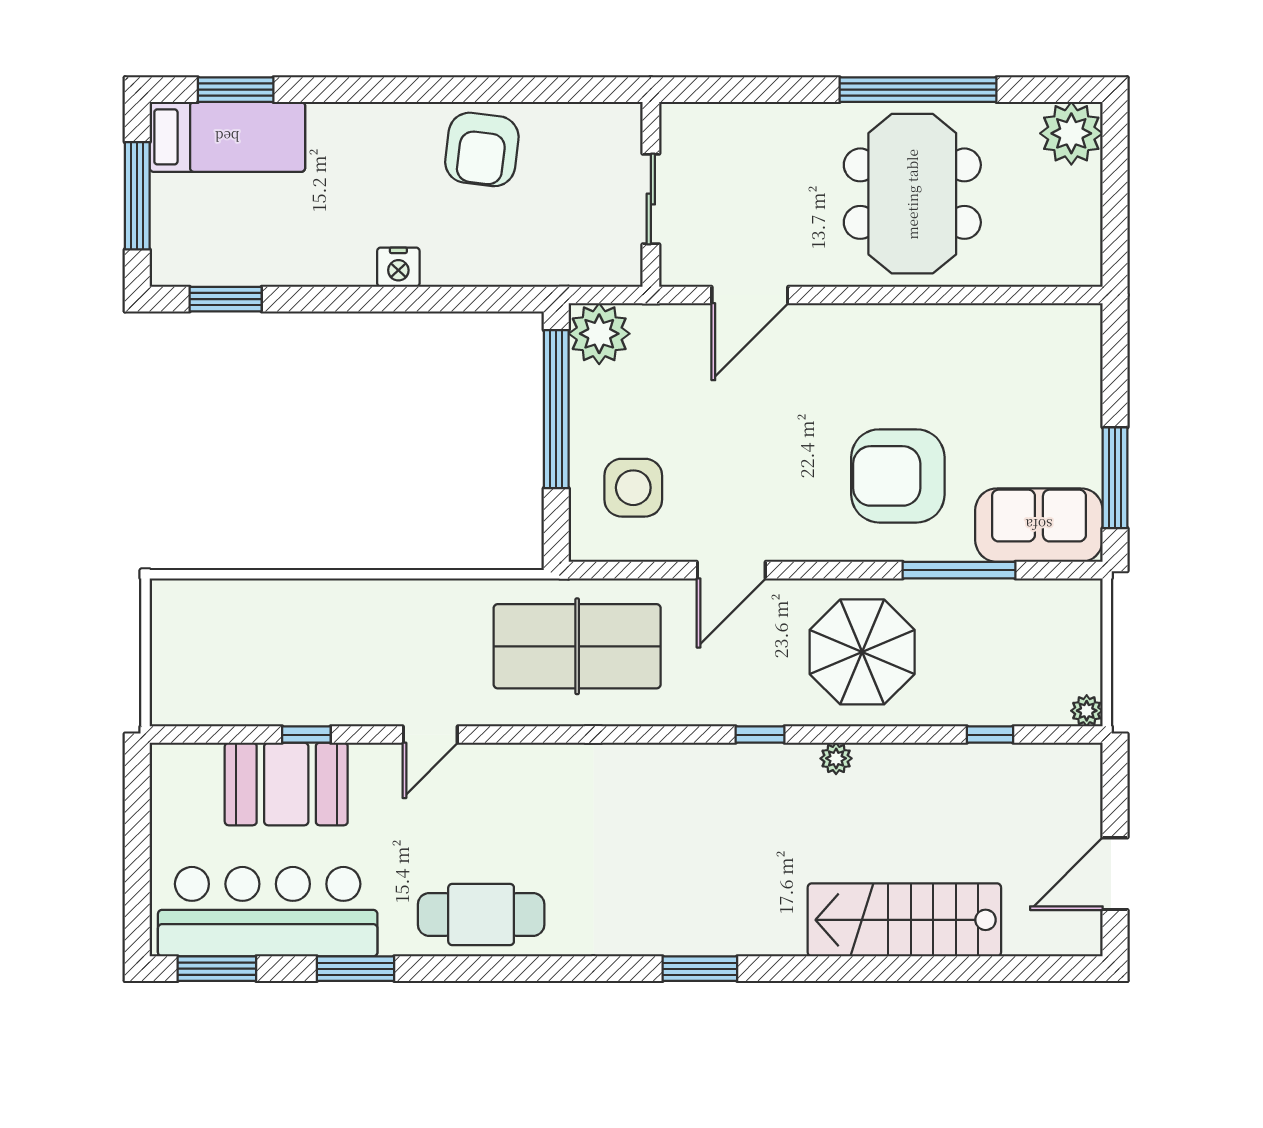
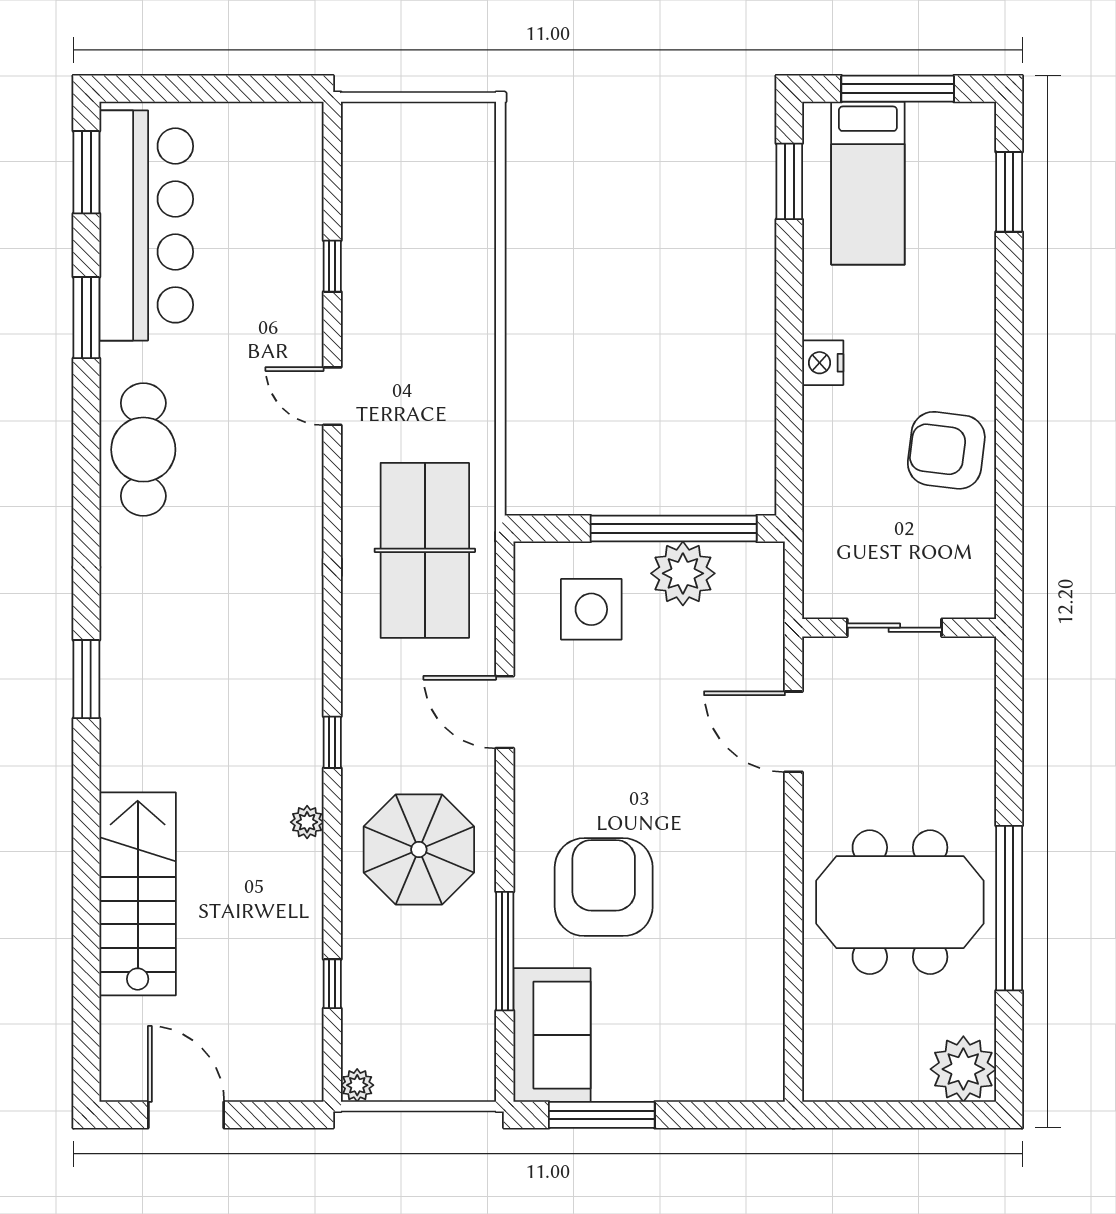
bed: (227, 137) -> (868, 183), moved
plant: (599, 334) -> (683, 573), moved
booth: (286, 784) -> (280, 245), removed

